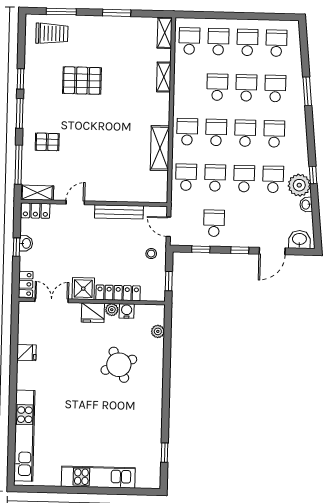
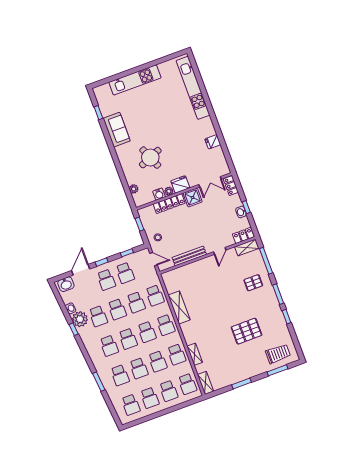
trolley: (52, 33) -> (278, 354), turned 180
school desk: (188, 86) -> (177, 354), added
school desk: (243, 224) -> (106, 280), added
sofa: (149, 420) -> (117, 130), added

